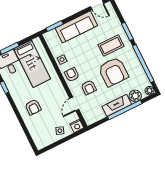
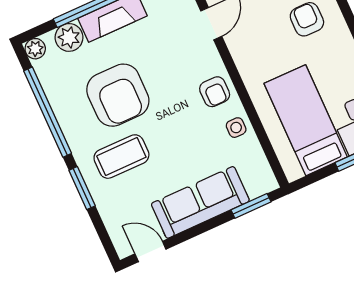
armchair: (113, 72) -> (118, 95), turned 180
armchair: (89, 87) -> (176, 61), removed

